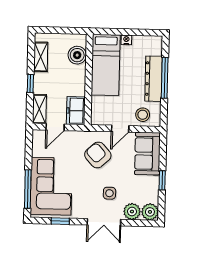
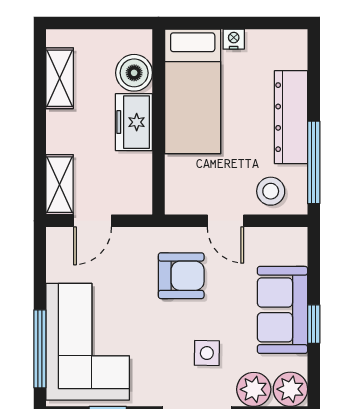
window: (165, 78) -> (314, 162), moved
window: (30, 83) -> (40, 133), removed
freezer: (76, 111) -> (134, 122), moved
door: (120, 129) -> (225, 221), hinge flipped
sofa: (147, 154) -> (282, 310), moved
armchair: (98, 155) -> (181, 276), turned 132

